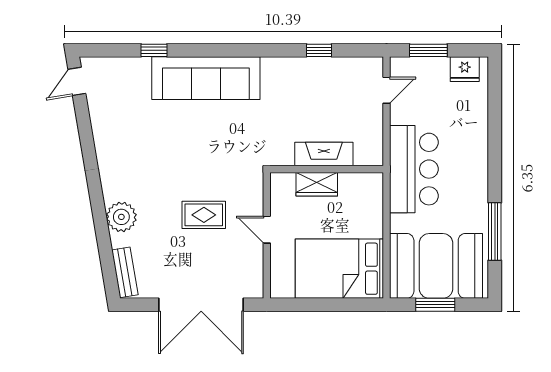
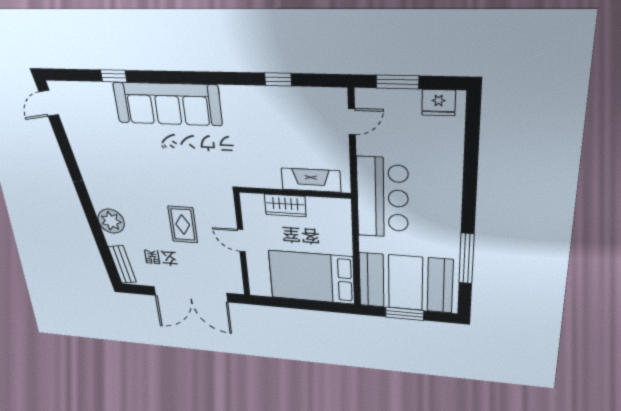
fireplace: (324, 154) -> (311, 180), moved
rug: (204, 215) -> (183, 224), turned 90

